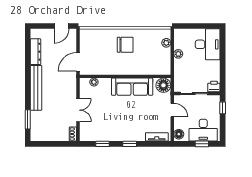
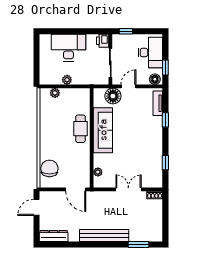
door: (62, 26) -> (37, 207), swing flipped
desk: (208, 44) -> (68, 48), moved
chair: (125, 45) -> (49, 168), moved
dresser: (35, 52) -> (54, 236), moved
cafe table: (134, 66) -> (80, 129), added
floor lamp: (163, 85) -> (113, 96), moved
window: (130, 144) -> (165, 120), moved
window: (202, 144) -> (165, 67), moved

